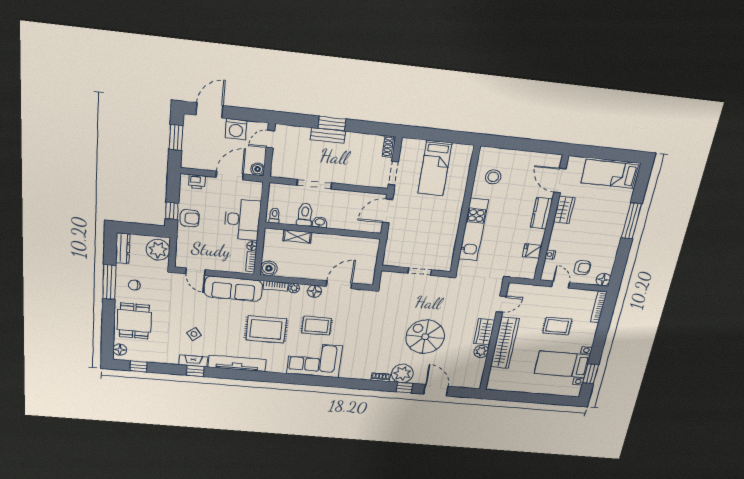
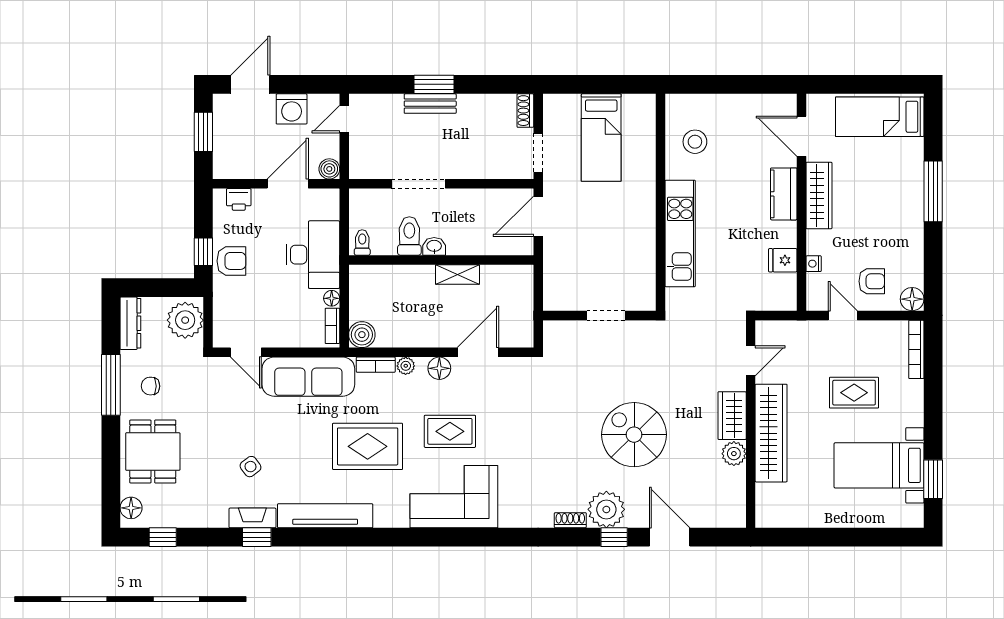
wardrobe: (564, 210) -> (819, 195), width x1.50
shelving: (297, 237) -> (457, 274), moved

